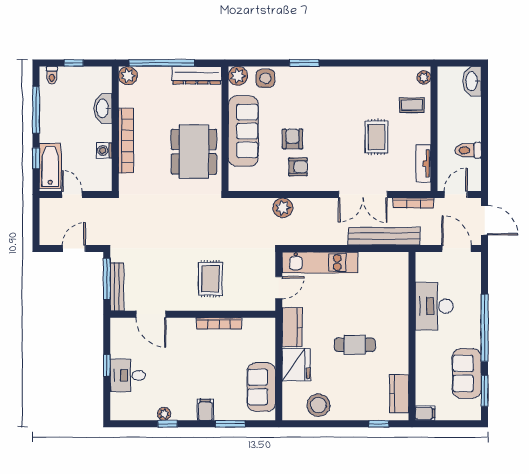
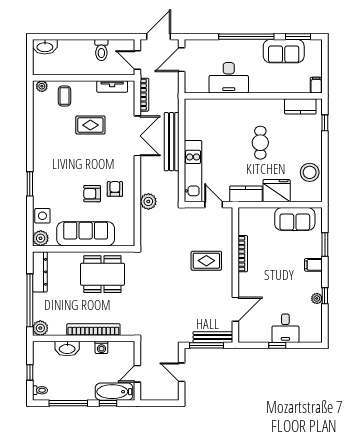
bench: (384, 236) -> (172, 142), moved

